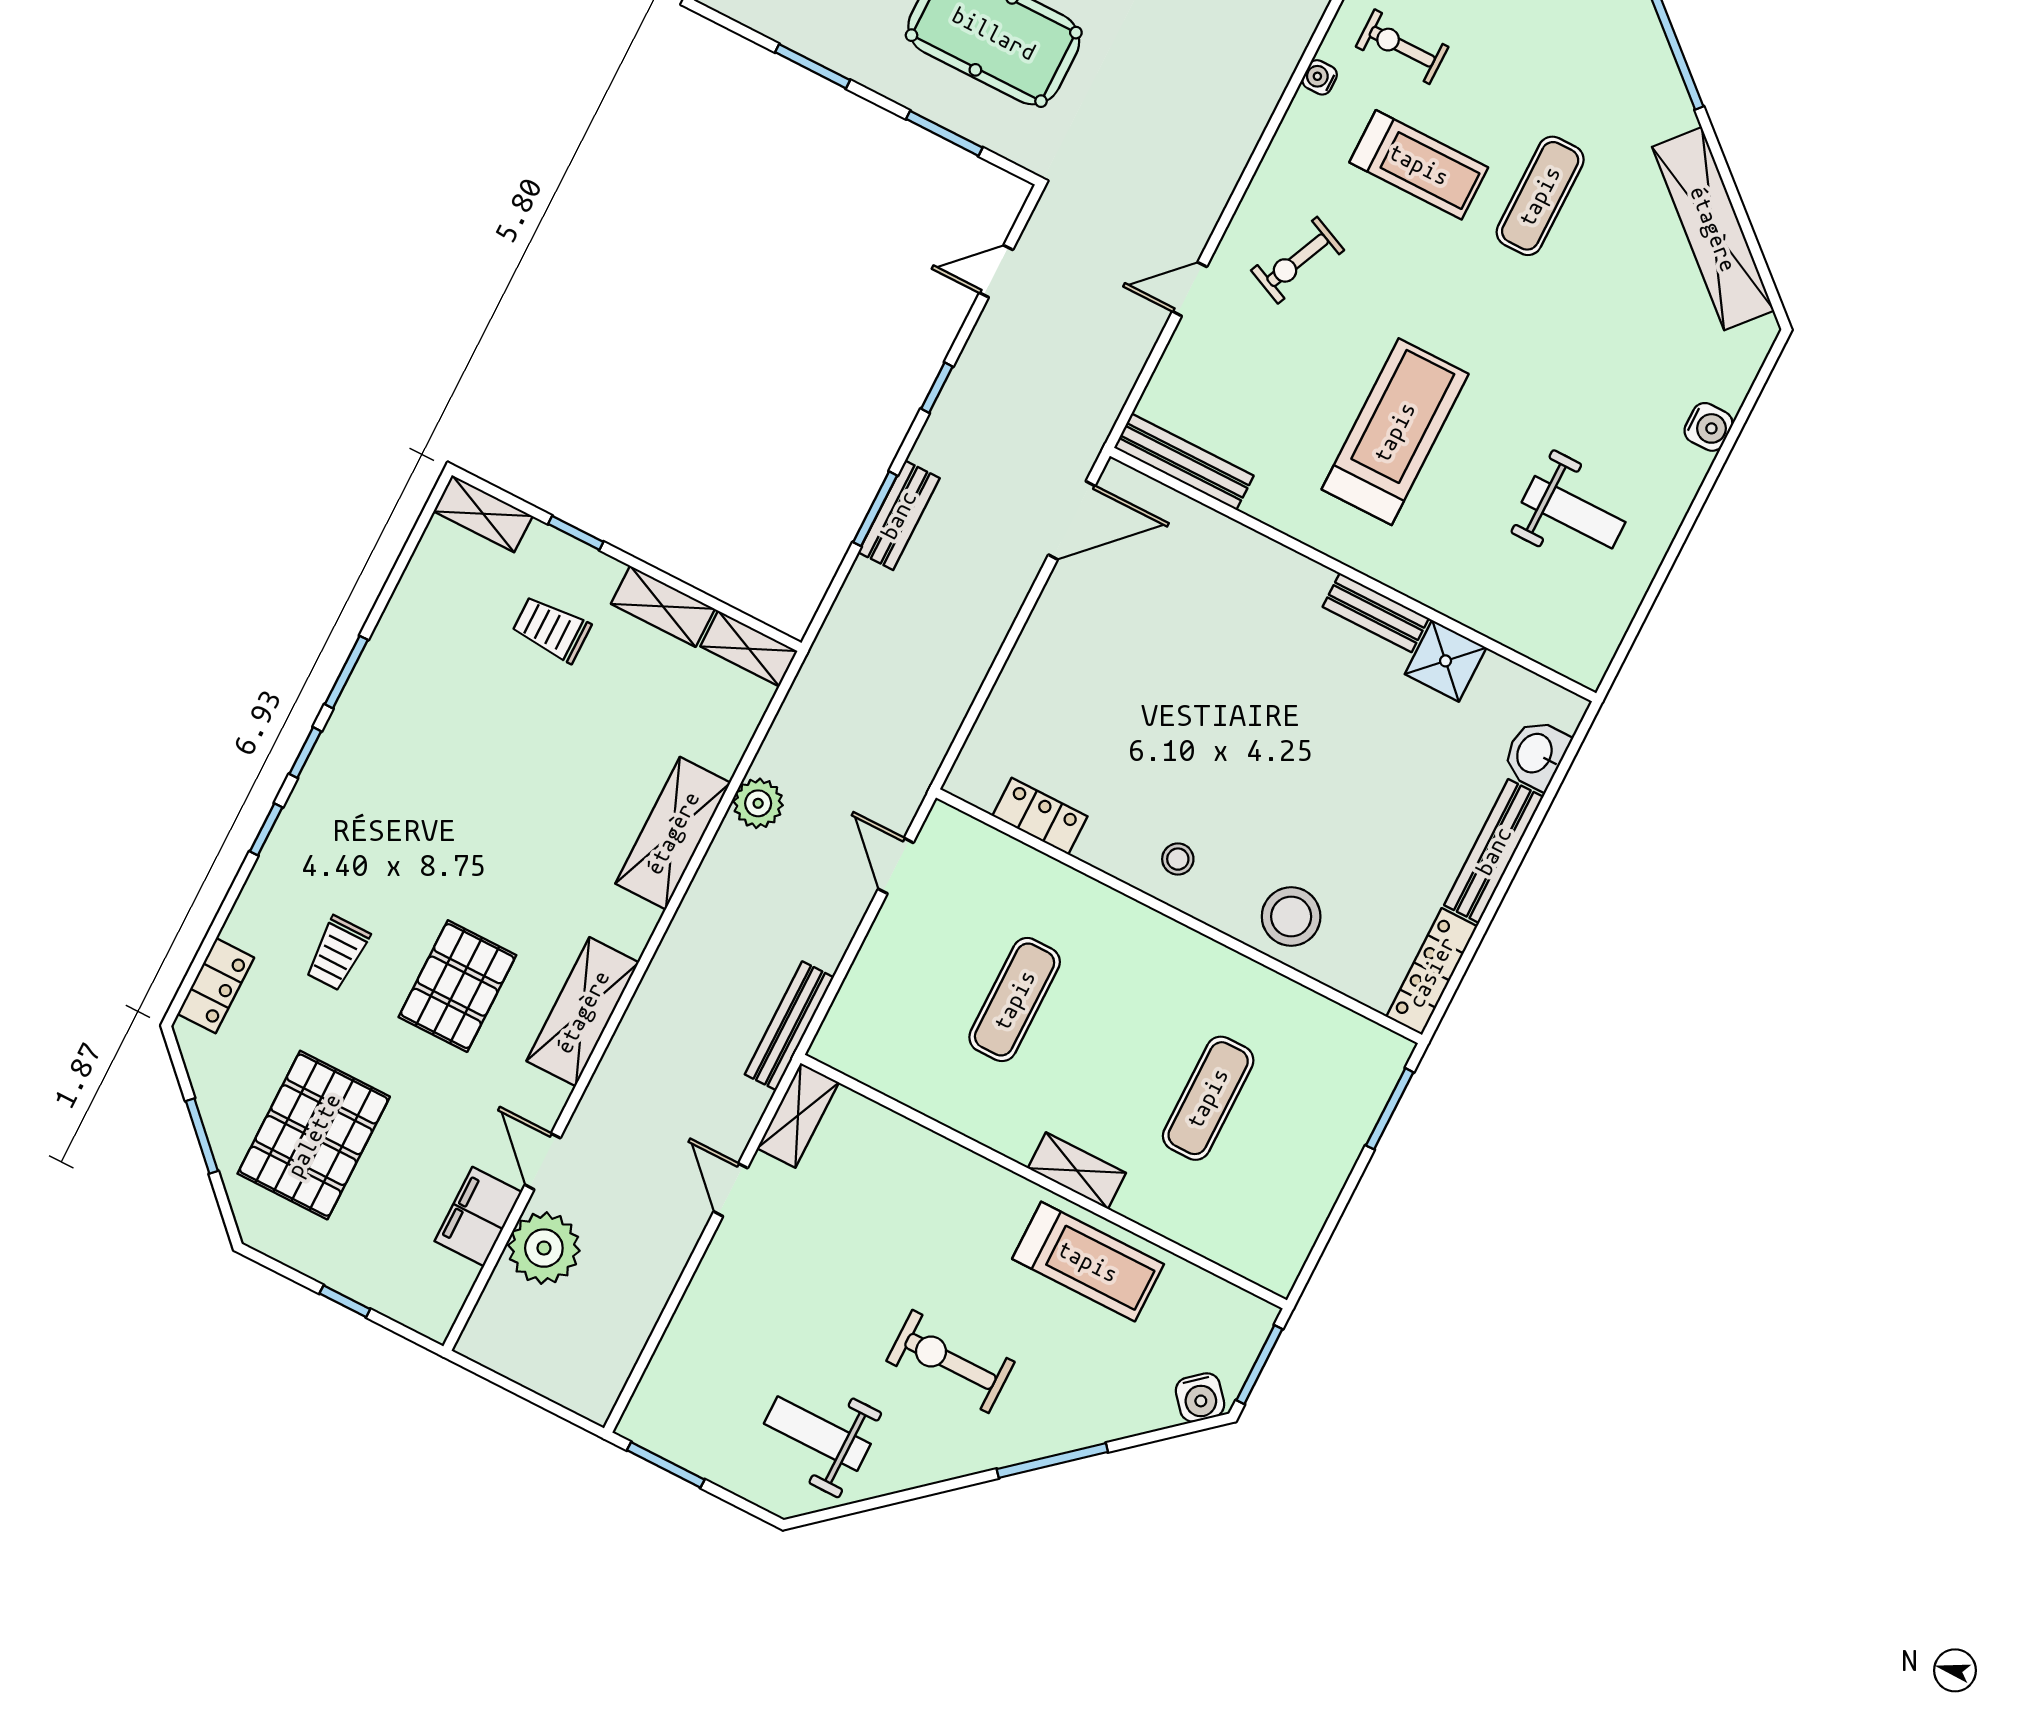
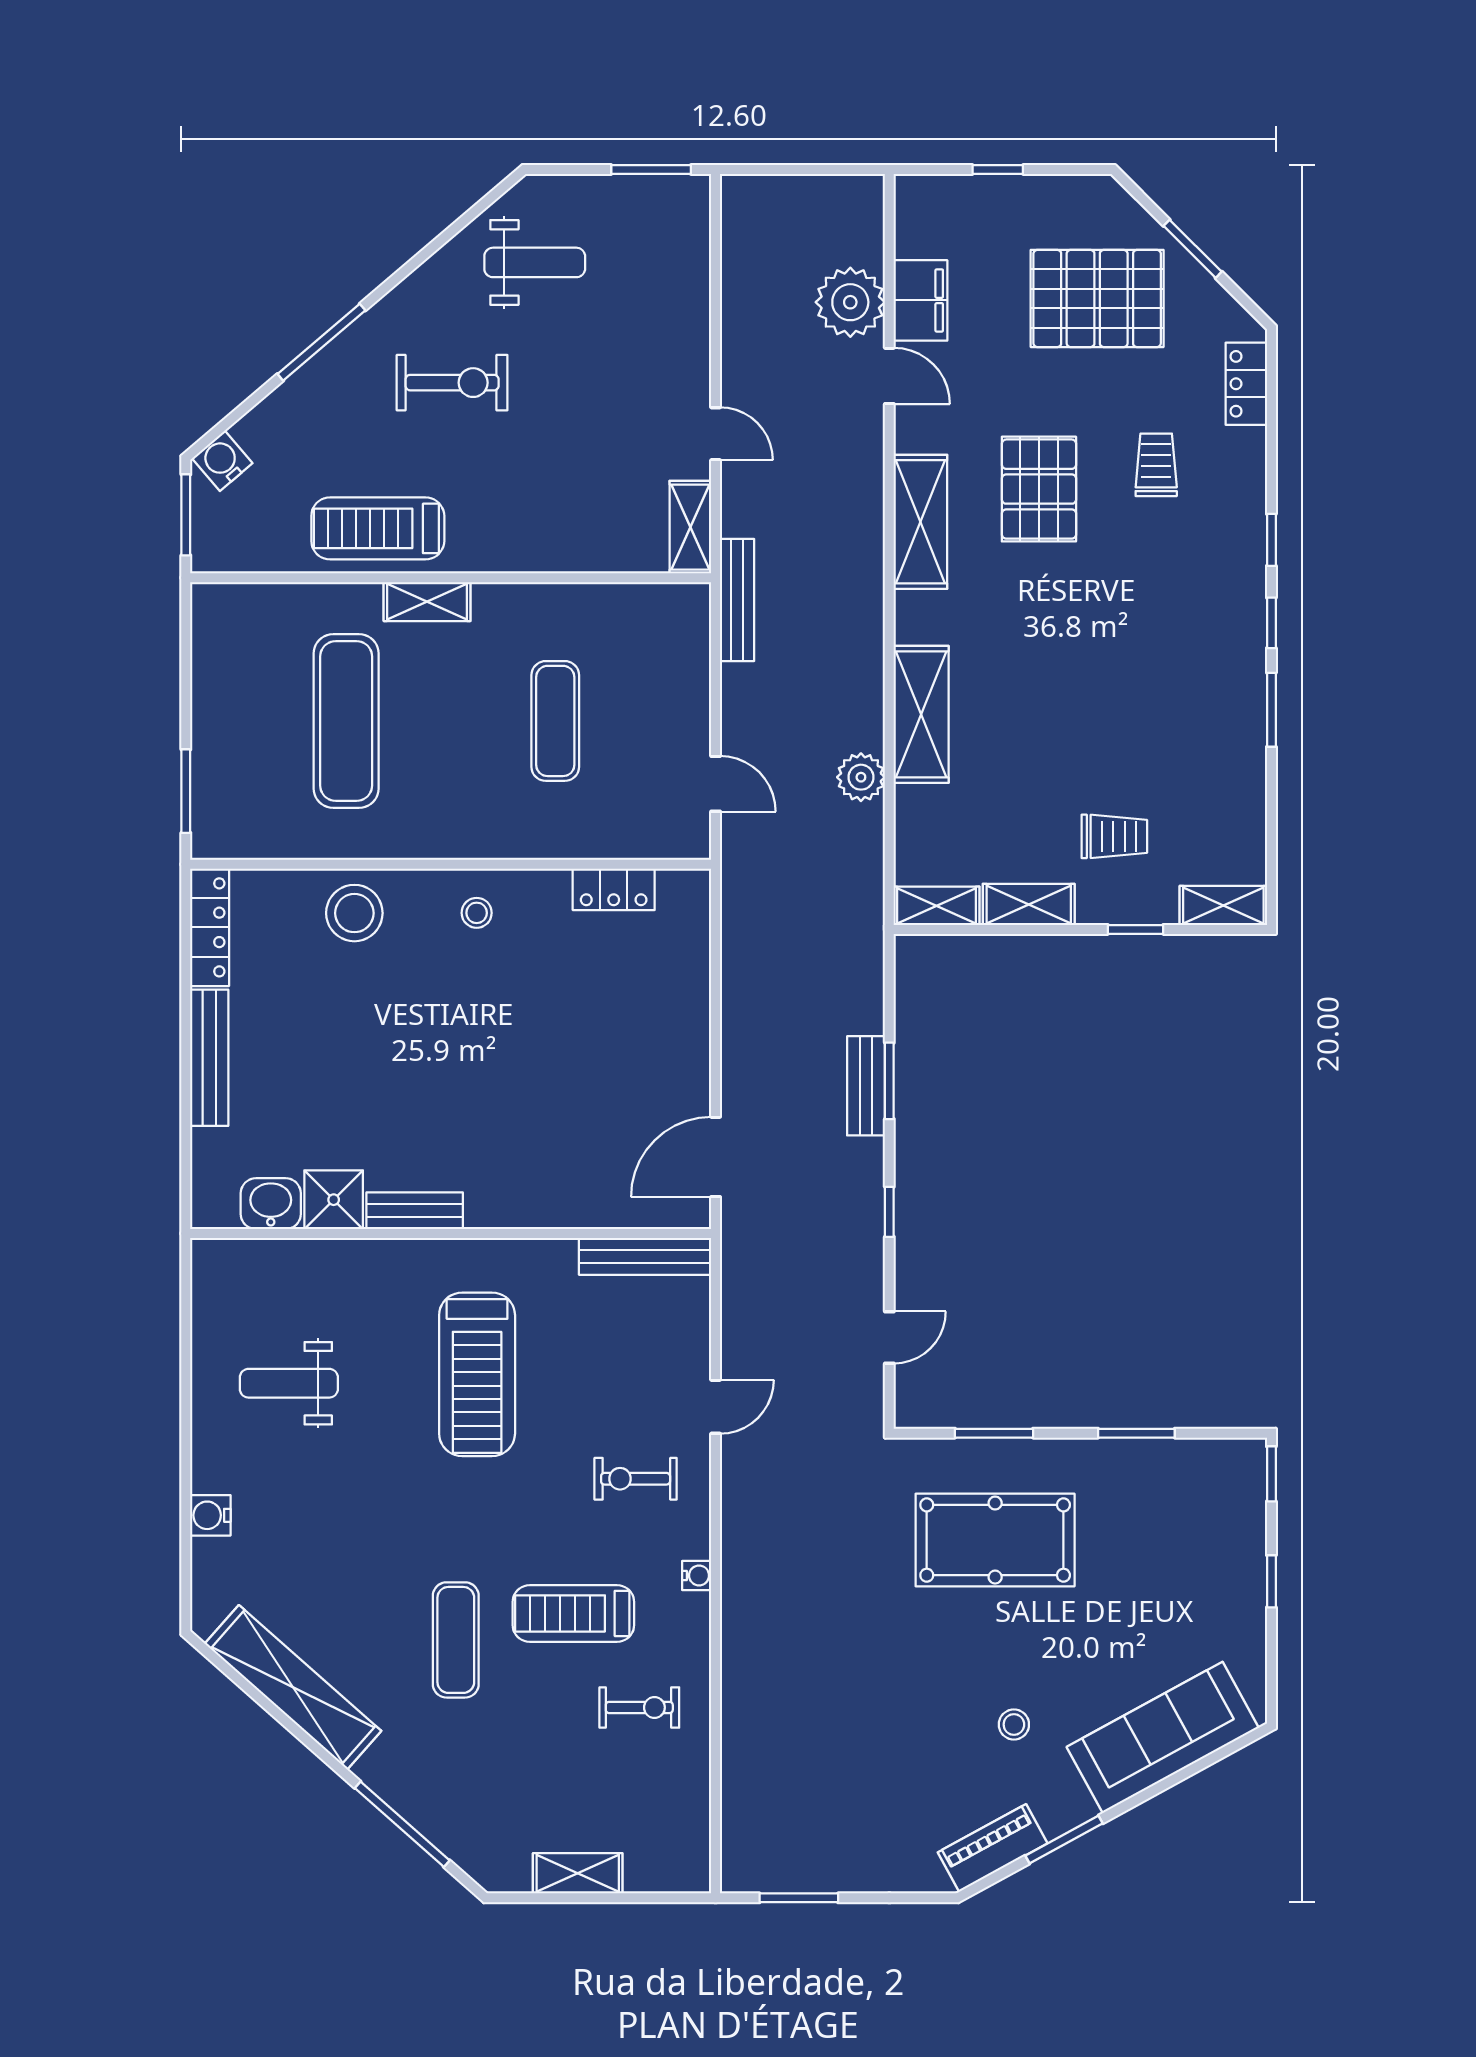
water cooler: (1320, 77) -> (697, 1575), moved
exercise bike: (1298, 260) -> (636, 1479), turned -114
washbasin: (1536, 754) -> (271, 1204), moved, turned -90
exercise mat: (1208, 1098) -> (346, 721), width x1.36, depth x1.45
pallet: (314, 1135) -> (1097, 298), turned 90

